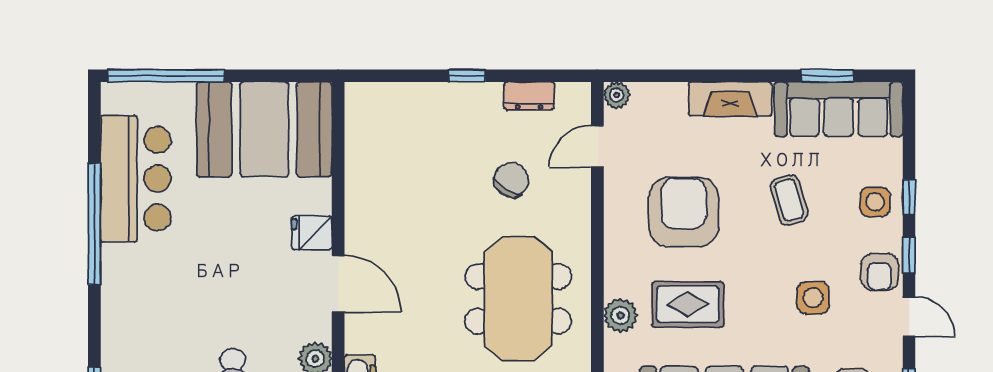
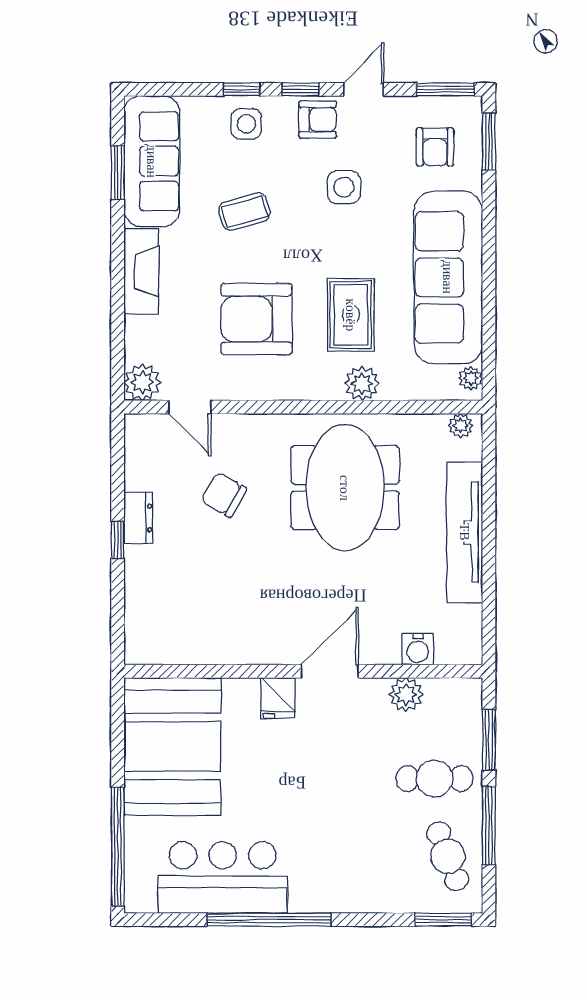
plant: (617, 95) -> (142, 382), width x1.38, depth x1.38
dresser: (529, 96) -> (138, 518), moved
meeting table: (518, 299) -> (345, 488), turned 90

